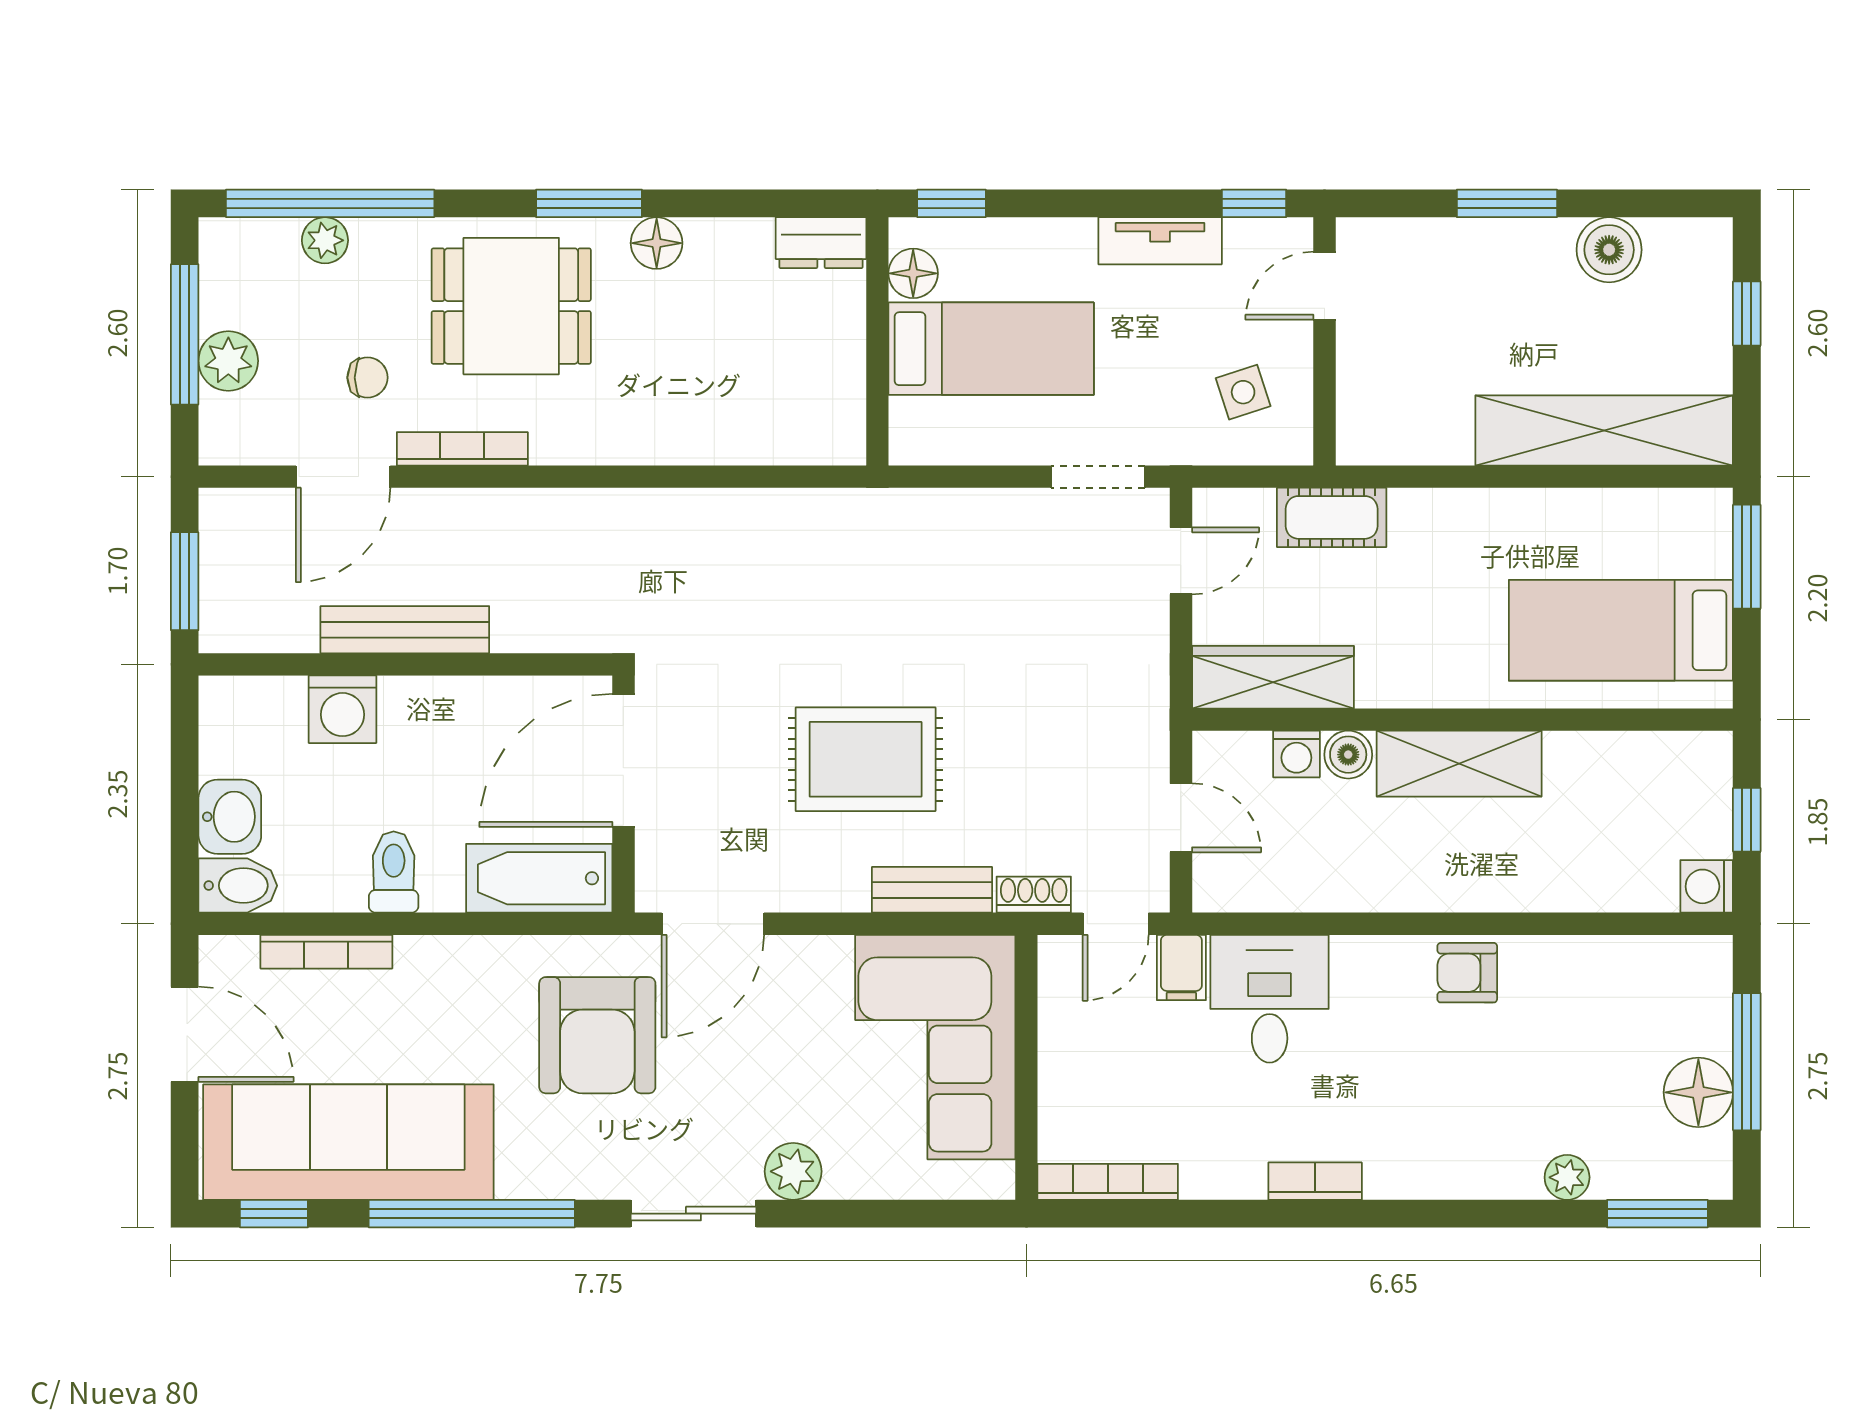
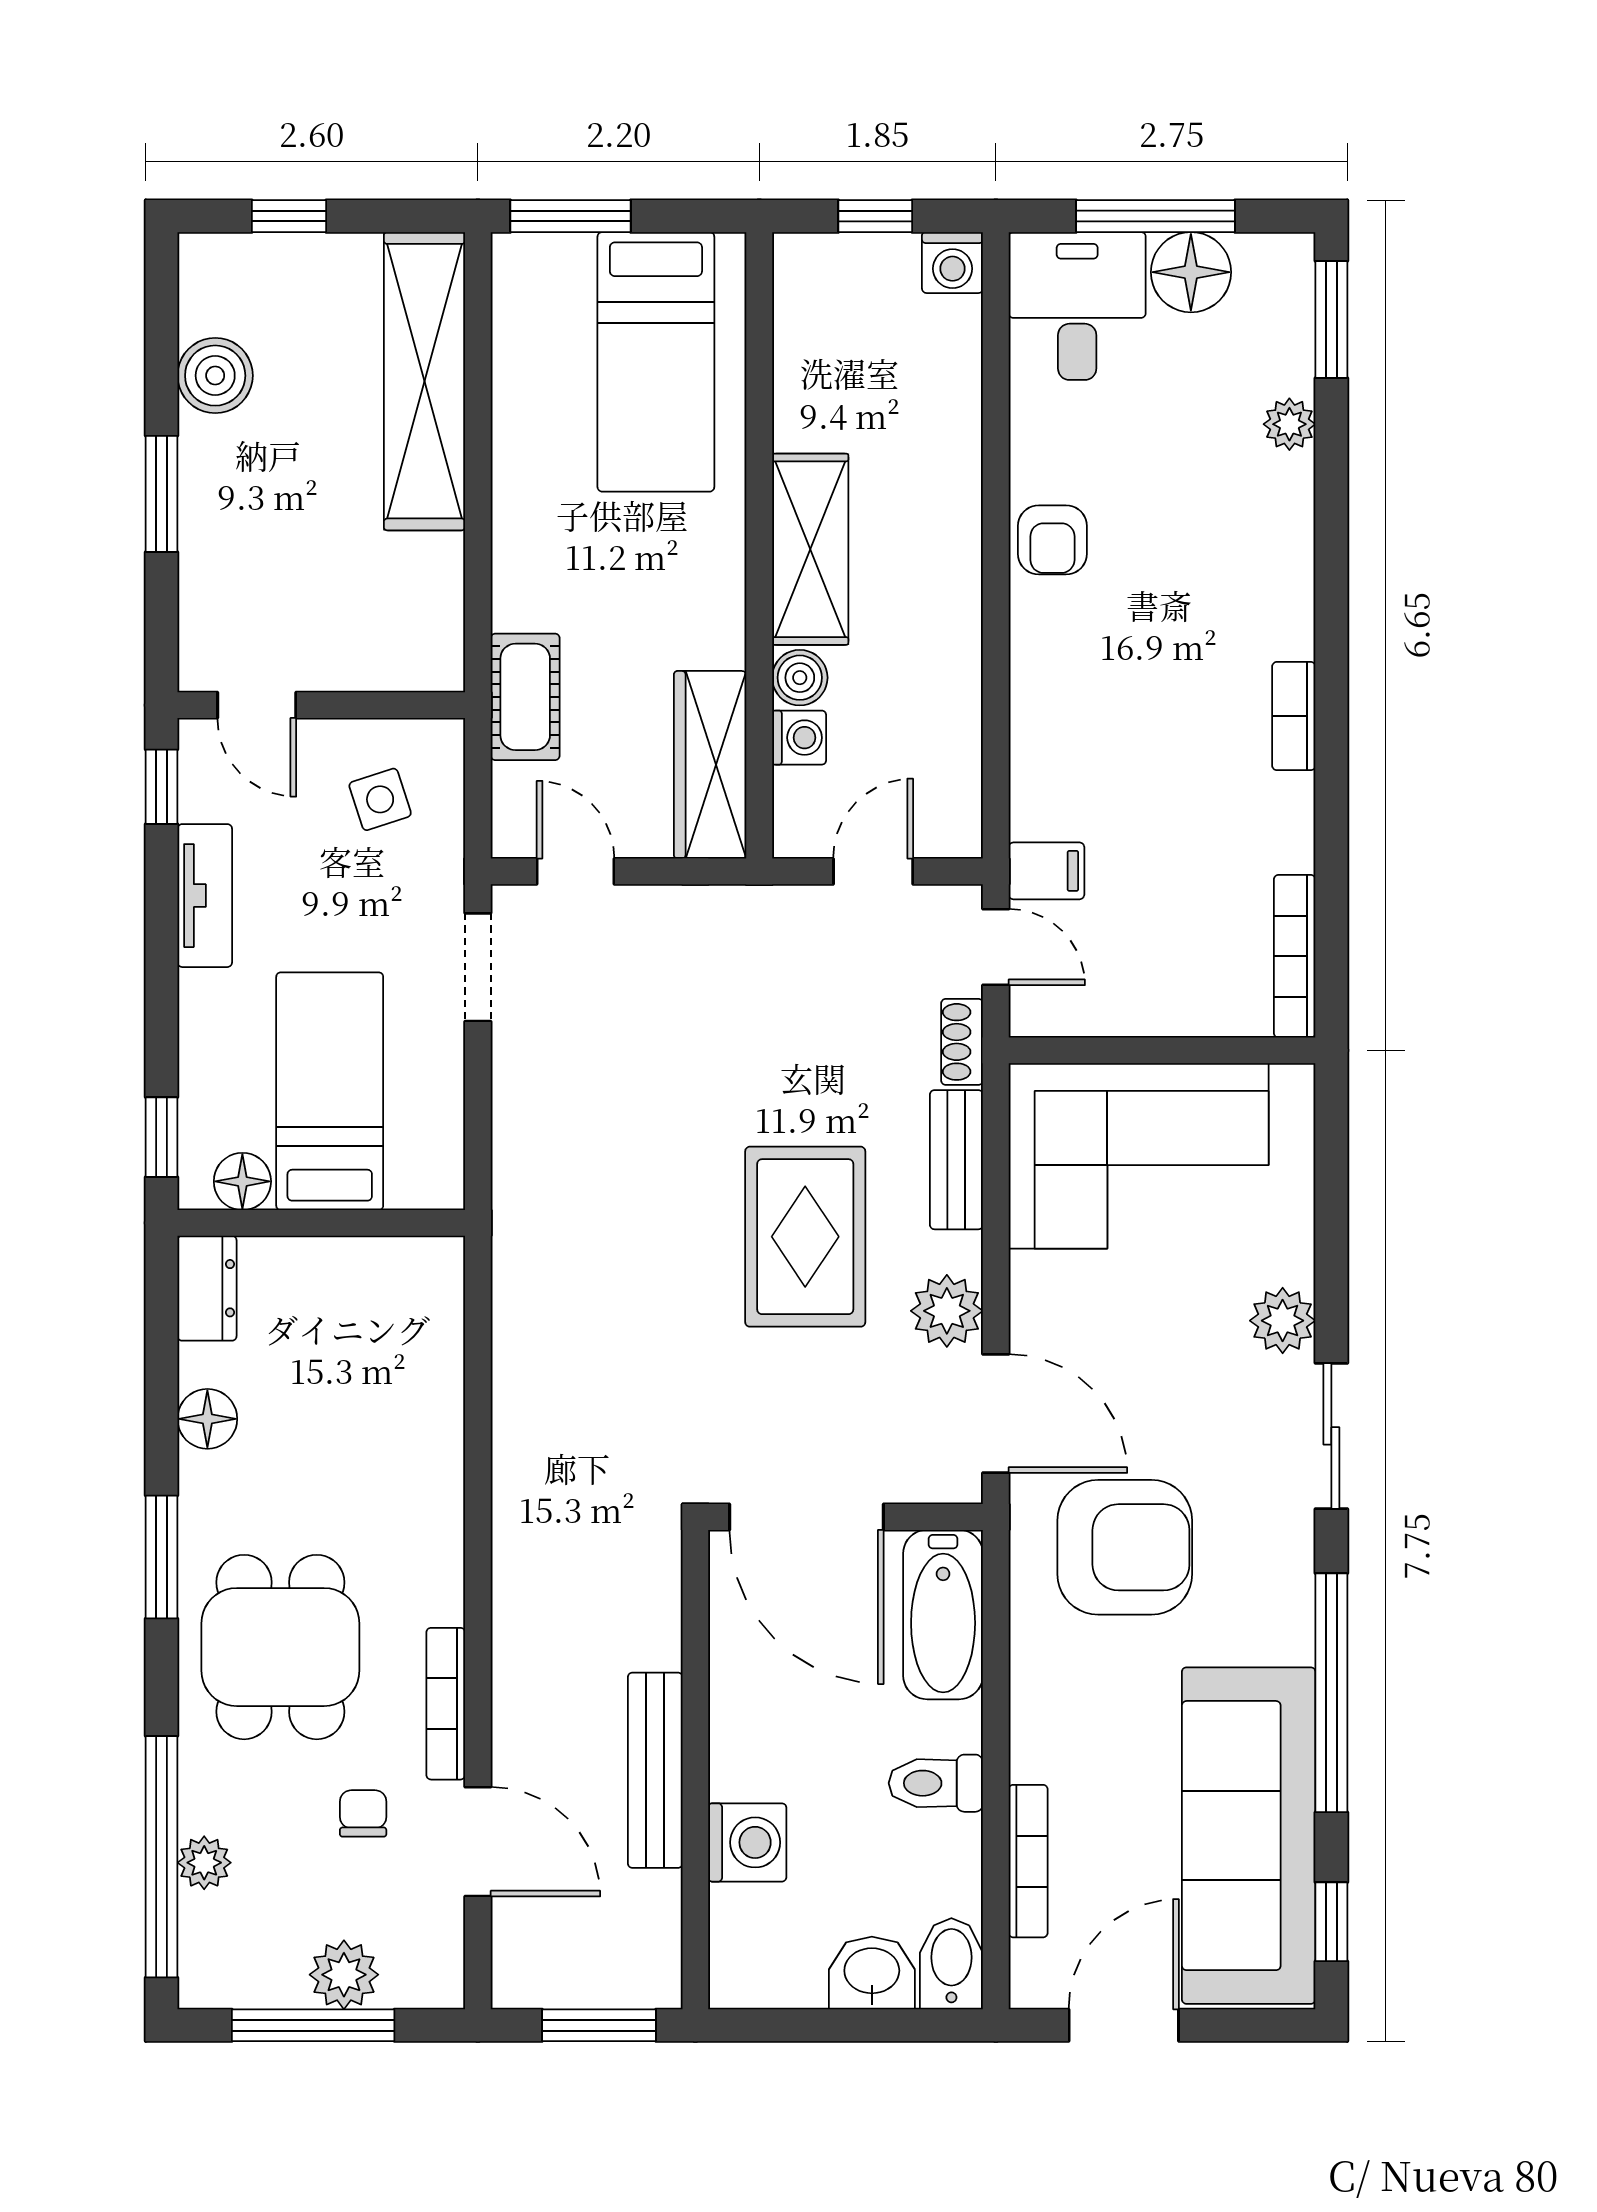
floor lamp: (657, 243) -> (207, 1419), moved
plant: (801, 882) -> (947, 1311), added
desk: (1270, 999) -> (1077, 306), moved, turned 90

